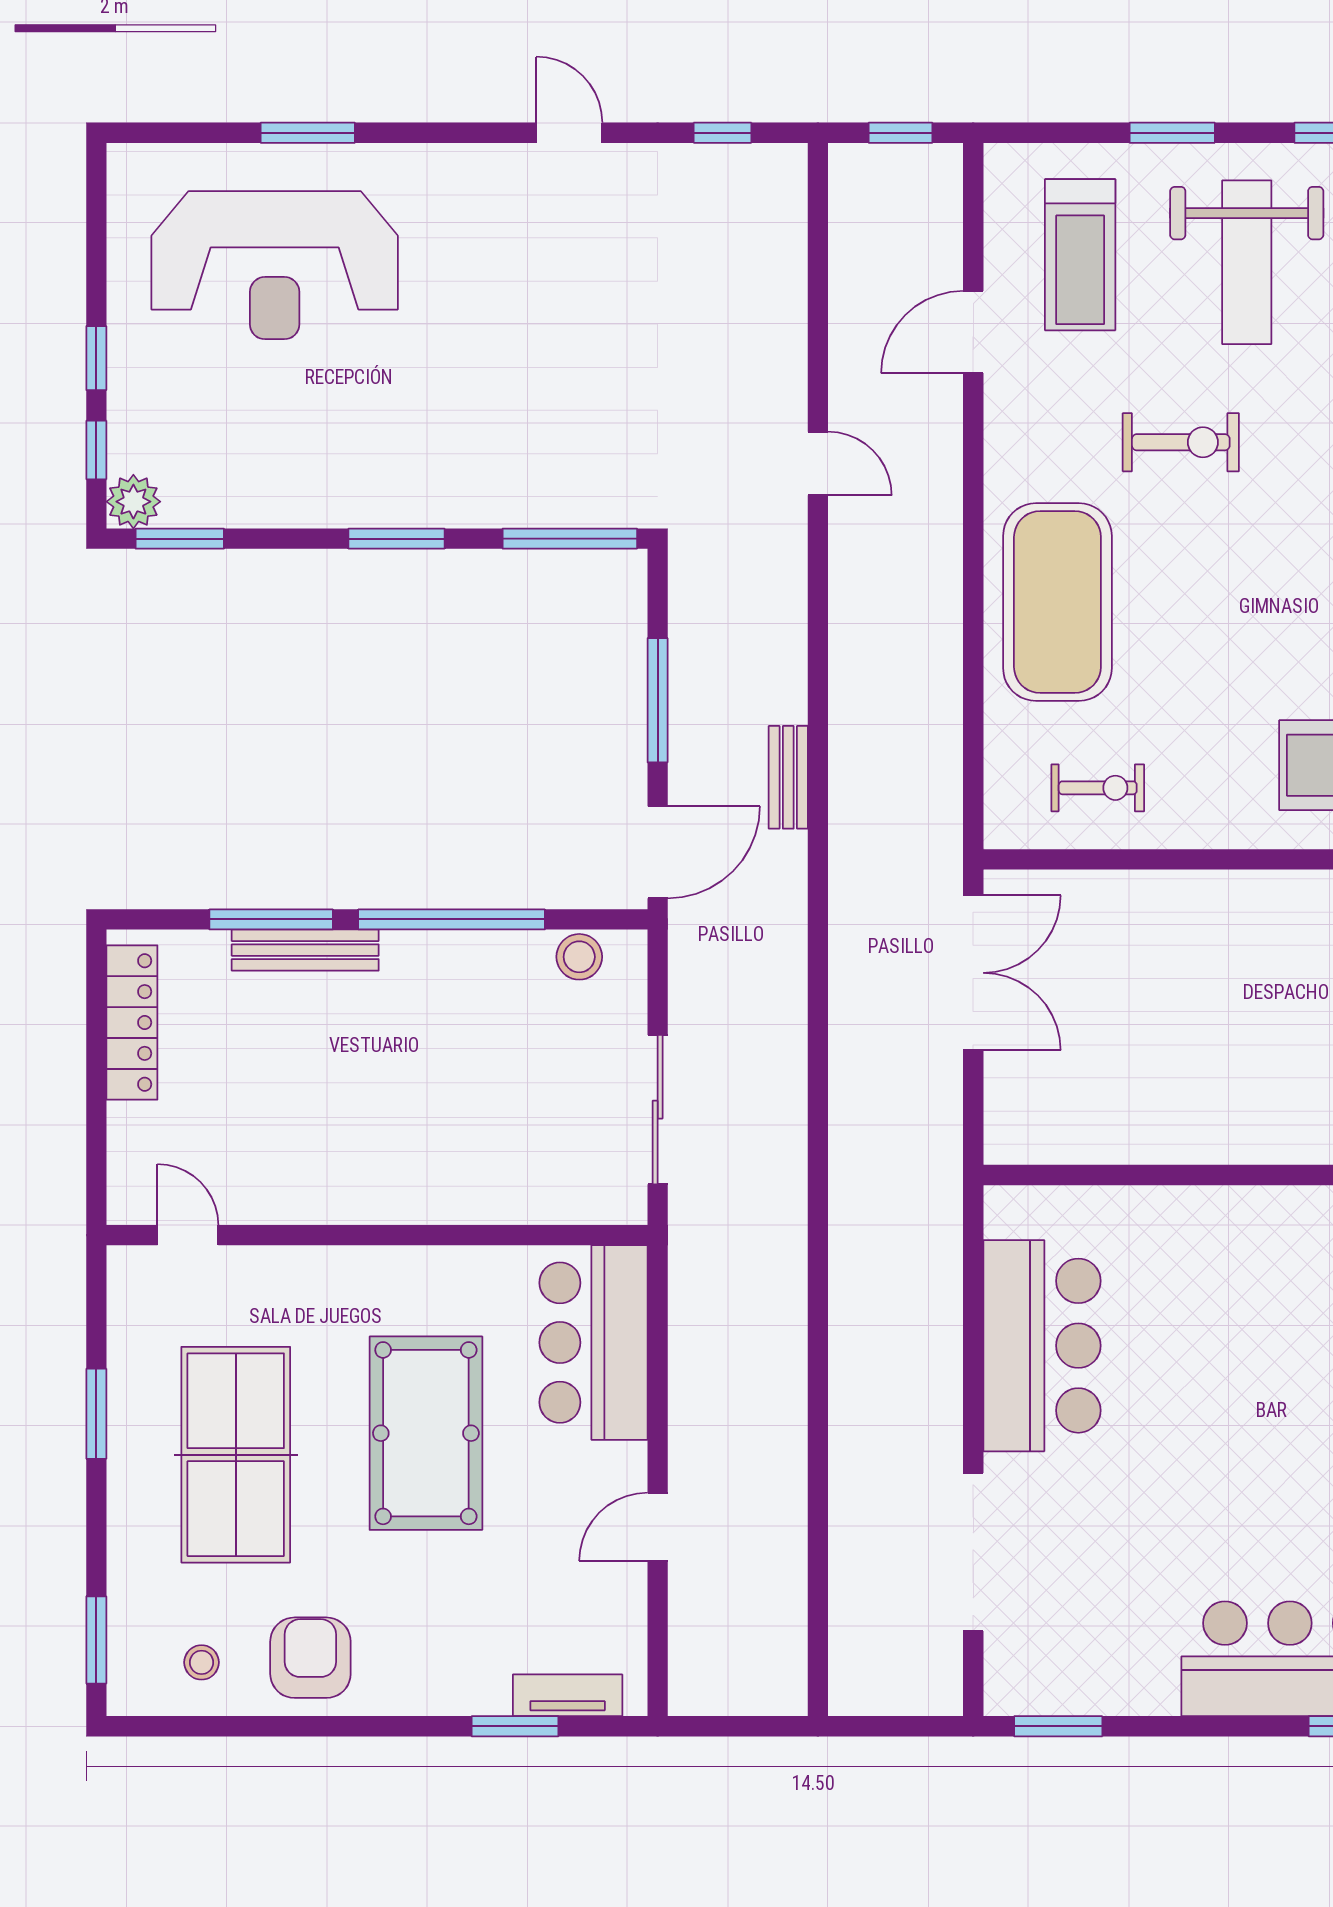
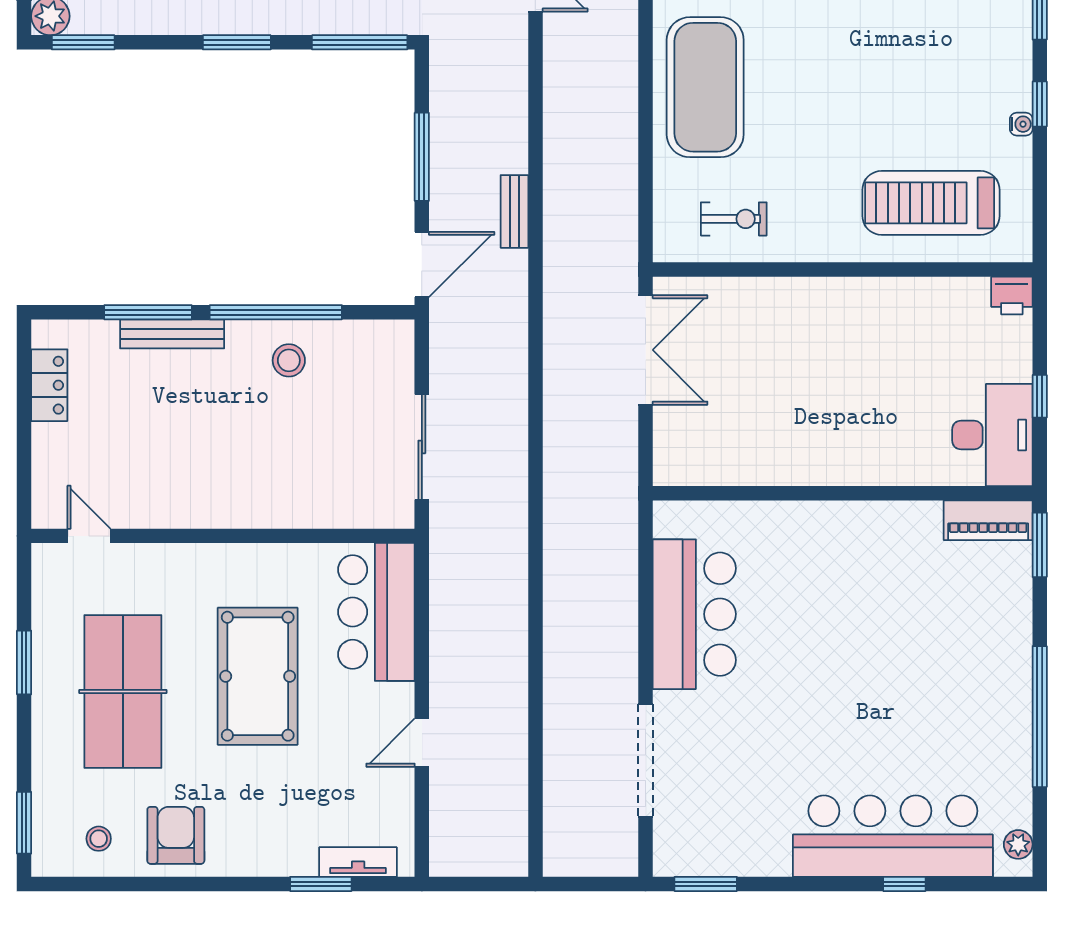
stool: (579, 957) -> (289, 360), moved
locker: (132, 1022) -> (49, 385), width x0.66

